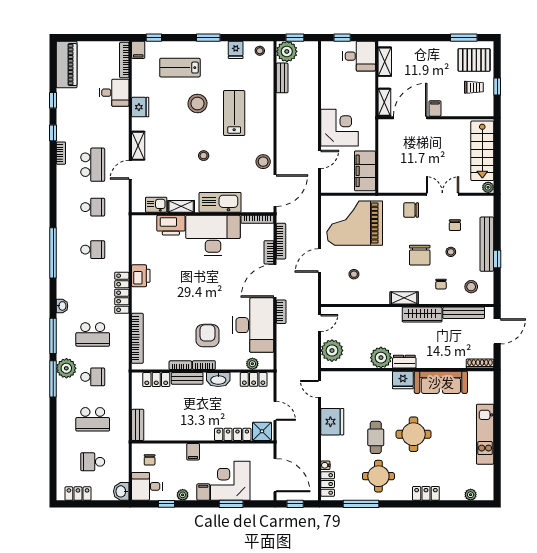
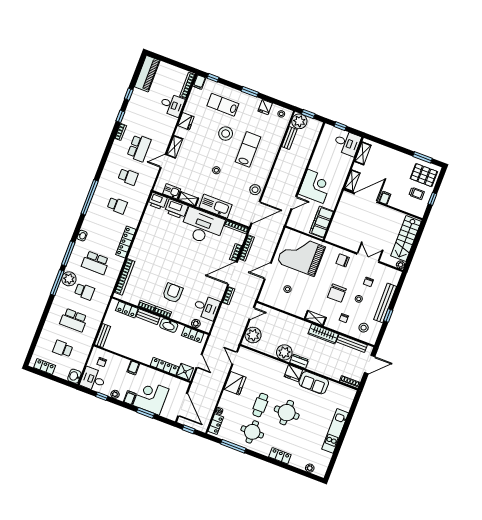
printer: (141, 276) -> (158, 201), moved, turned 90
desk: (253, 325) -> (206, 307), width x0.53, depth x0.77
sofa: (441, 382) -> (314, 383), width x0.73

